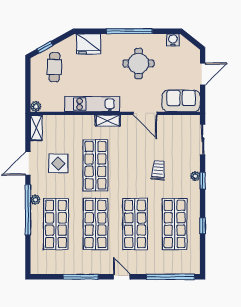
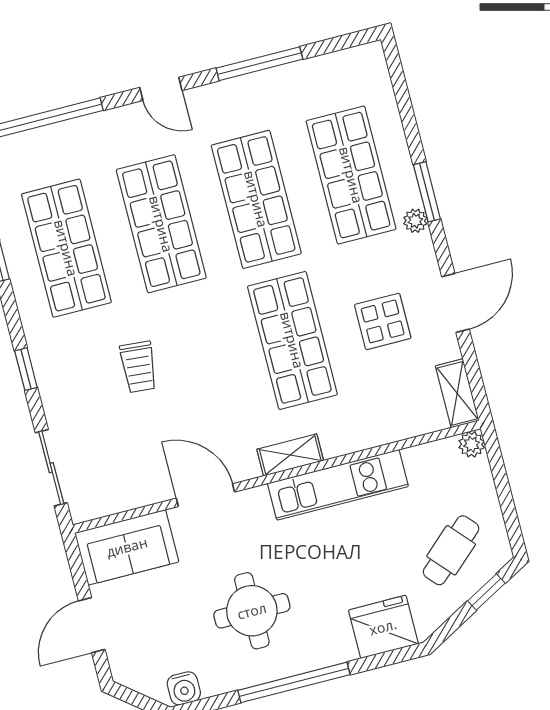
cafe table: (54, 67) -> (451, 550), turned 46
plant: (195, 176) -> (46, 376), removed
window: (28, 210) -> (427, 192), width x0.47

